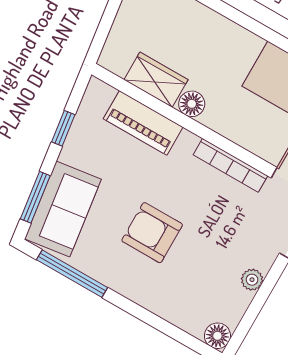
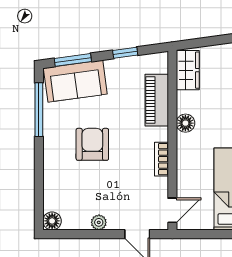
wardrobe: (156, 80) -> (188, 70), moved
bookcase: (230, 165) -> (161, 159), width x0.64

